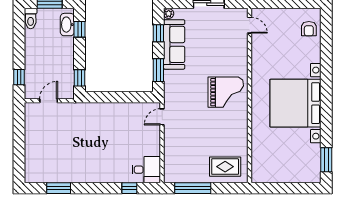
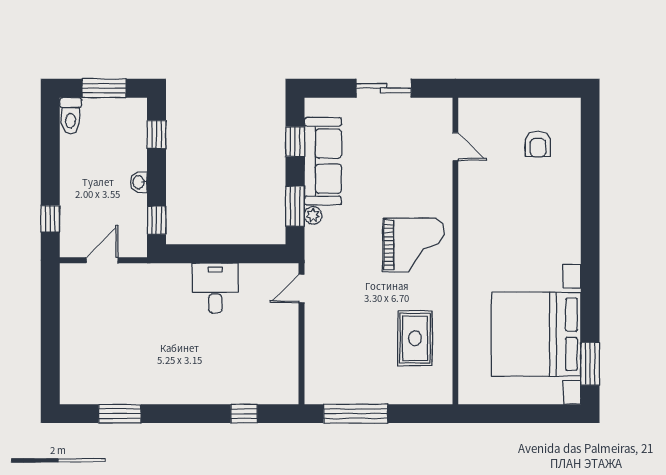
plant: (169, 14) -> (313, 215), moved
washbasin: (67, 25) -> (139, 182), moved, width x0.52, depth x0.69
door: (250, 25) -> (455, 147), moved
armchair: (309, 29) -> (538, 144), moved
bed with nightstands: (295, 103) -> (536, 334), moved
rug: (225, 167) -> (415, 338), moved, turned 90
desk: (146, 170) -> (215, 288), moved, turned -90

